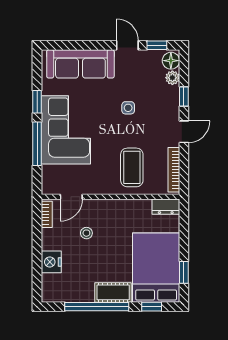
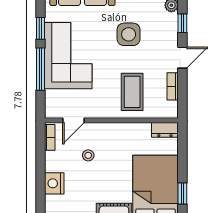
side table: (128, 108) -> (129, 34), width x1.87, depth x1.87
bookcase: (174, 170) -> (173, 86), width x0.64

